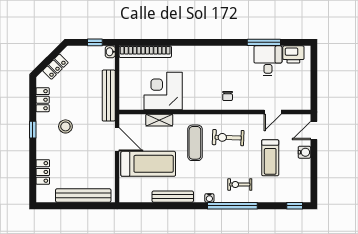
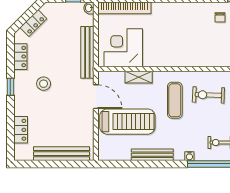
corner desk: (163, 91) -> (123, 48), moved
chair: (228, 96) -> (220, 17), moved

